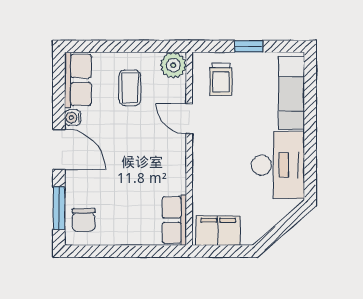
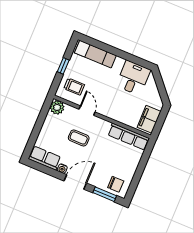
coffee table: (130, 88) -> (79, 138), moved
door: (189, 119) -> (87, 111), swing flipped
desk: (278, 165) -> (133, 78), width x0.73
row of seats: (174, 220) -> (129, 137), width x1.48

